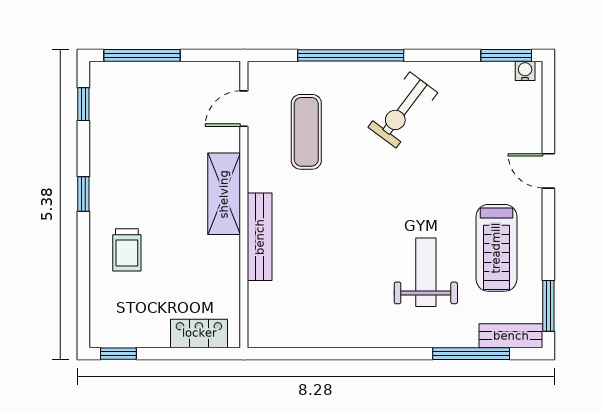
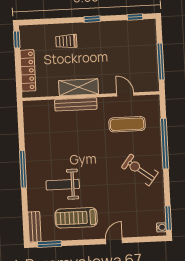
window: (142, 55) -> (161, 62), moved
door: (244, 109) -> (125, 94), moved
shelving: (224, 194) -> (79, 87), moved
weight bench: (426, 272) -> (63, 185), turned 180
locker: (199, 333) -> (28, 70), width x1.53
window: (471, 354) -> (23, 169), moved

